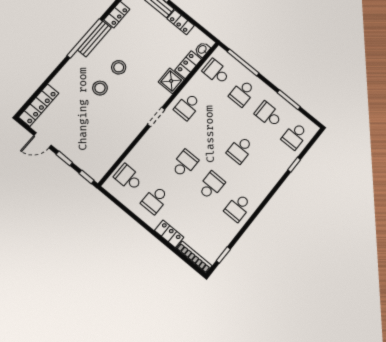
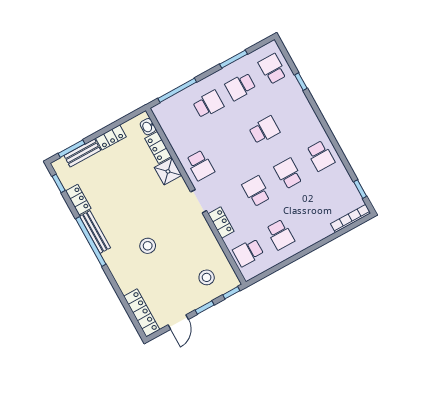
stool: (119, 67) -> (207, 277), moved
school desk: (216, 72) -> (176, 122), removed
school desk: (242, 93) -> (208, 104), turned -90
school desk: (295, 136) -> (272, 69), turned 180
school desk: (240, 150) -> (264, 130), turned -90
locker: (169, 234) -> (221, 222), moved, turned 90

